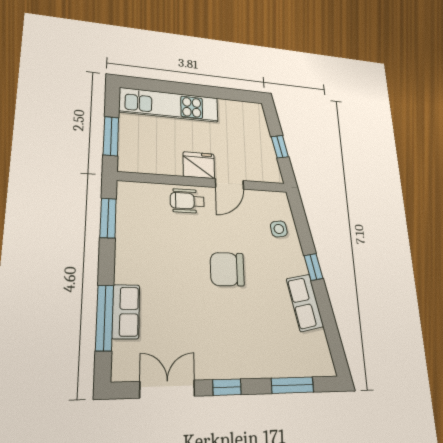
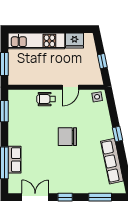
fridge: (199, 165) -> (74, 40), moved, turned 180
side table: (279, 229) -> (97, 97), moved
row of seats: (305, 303) -> (112, 161), width x1.48

